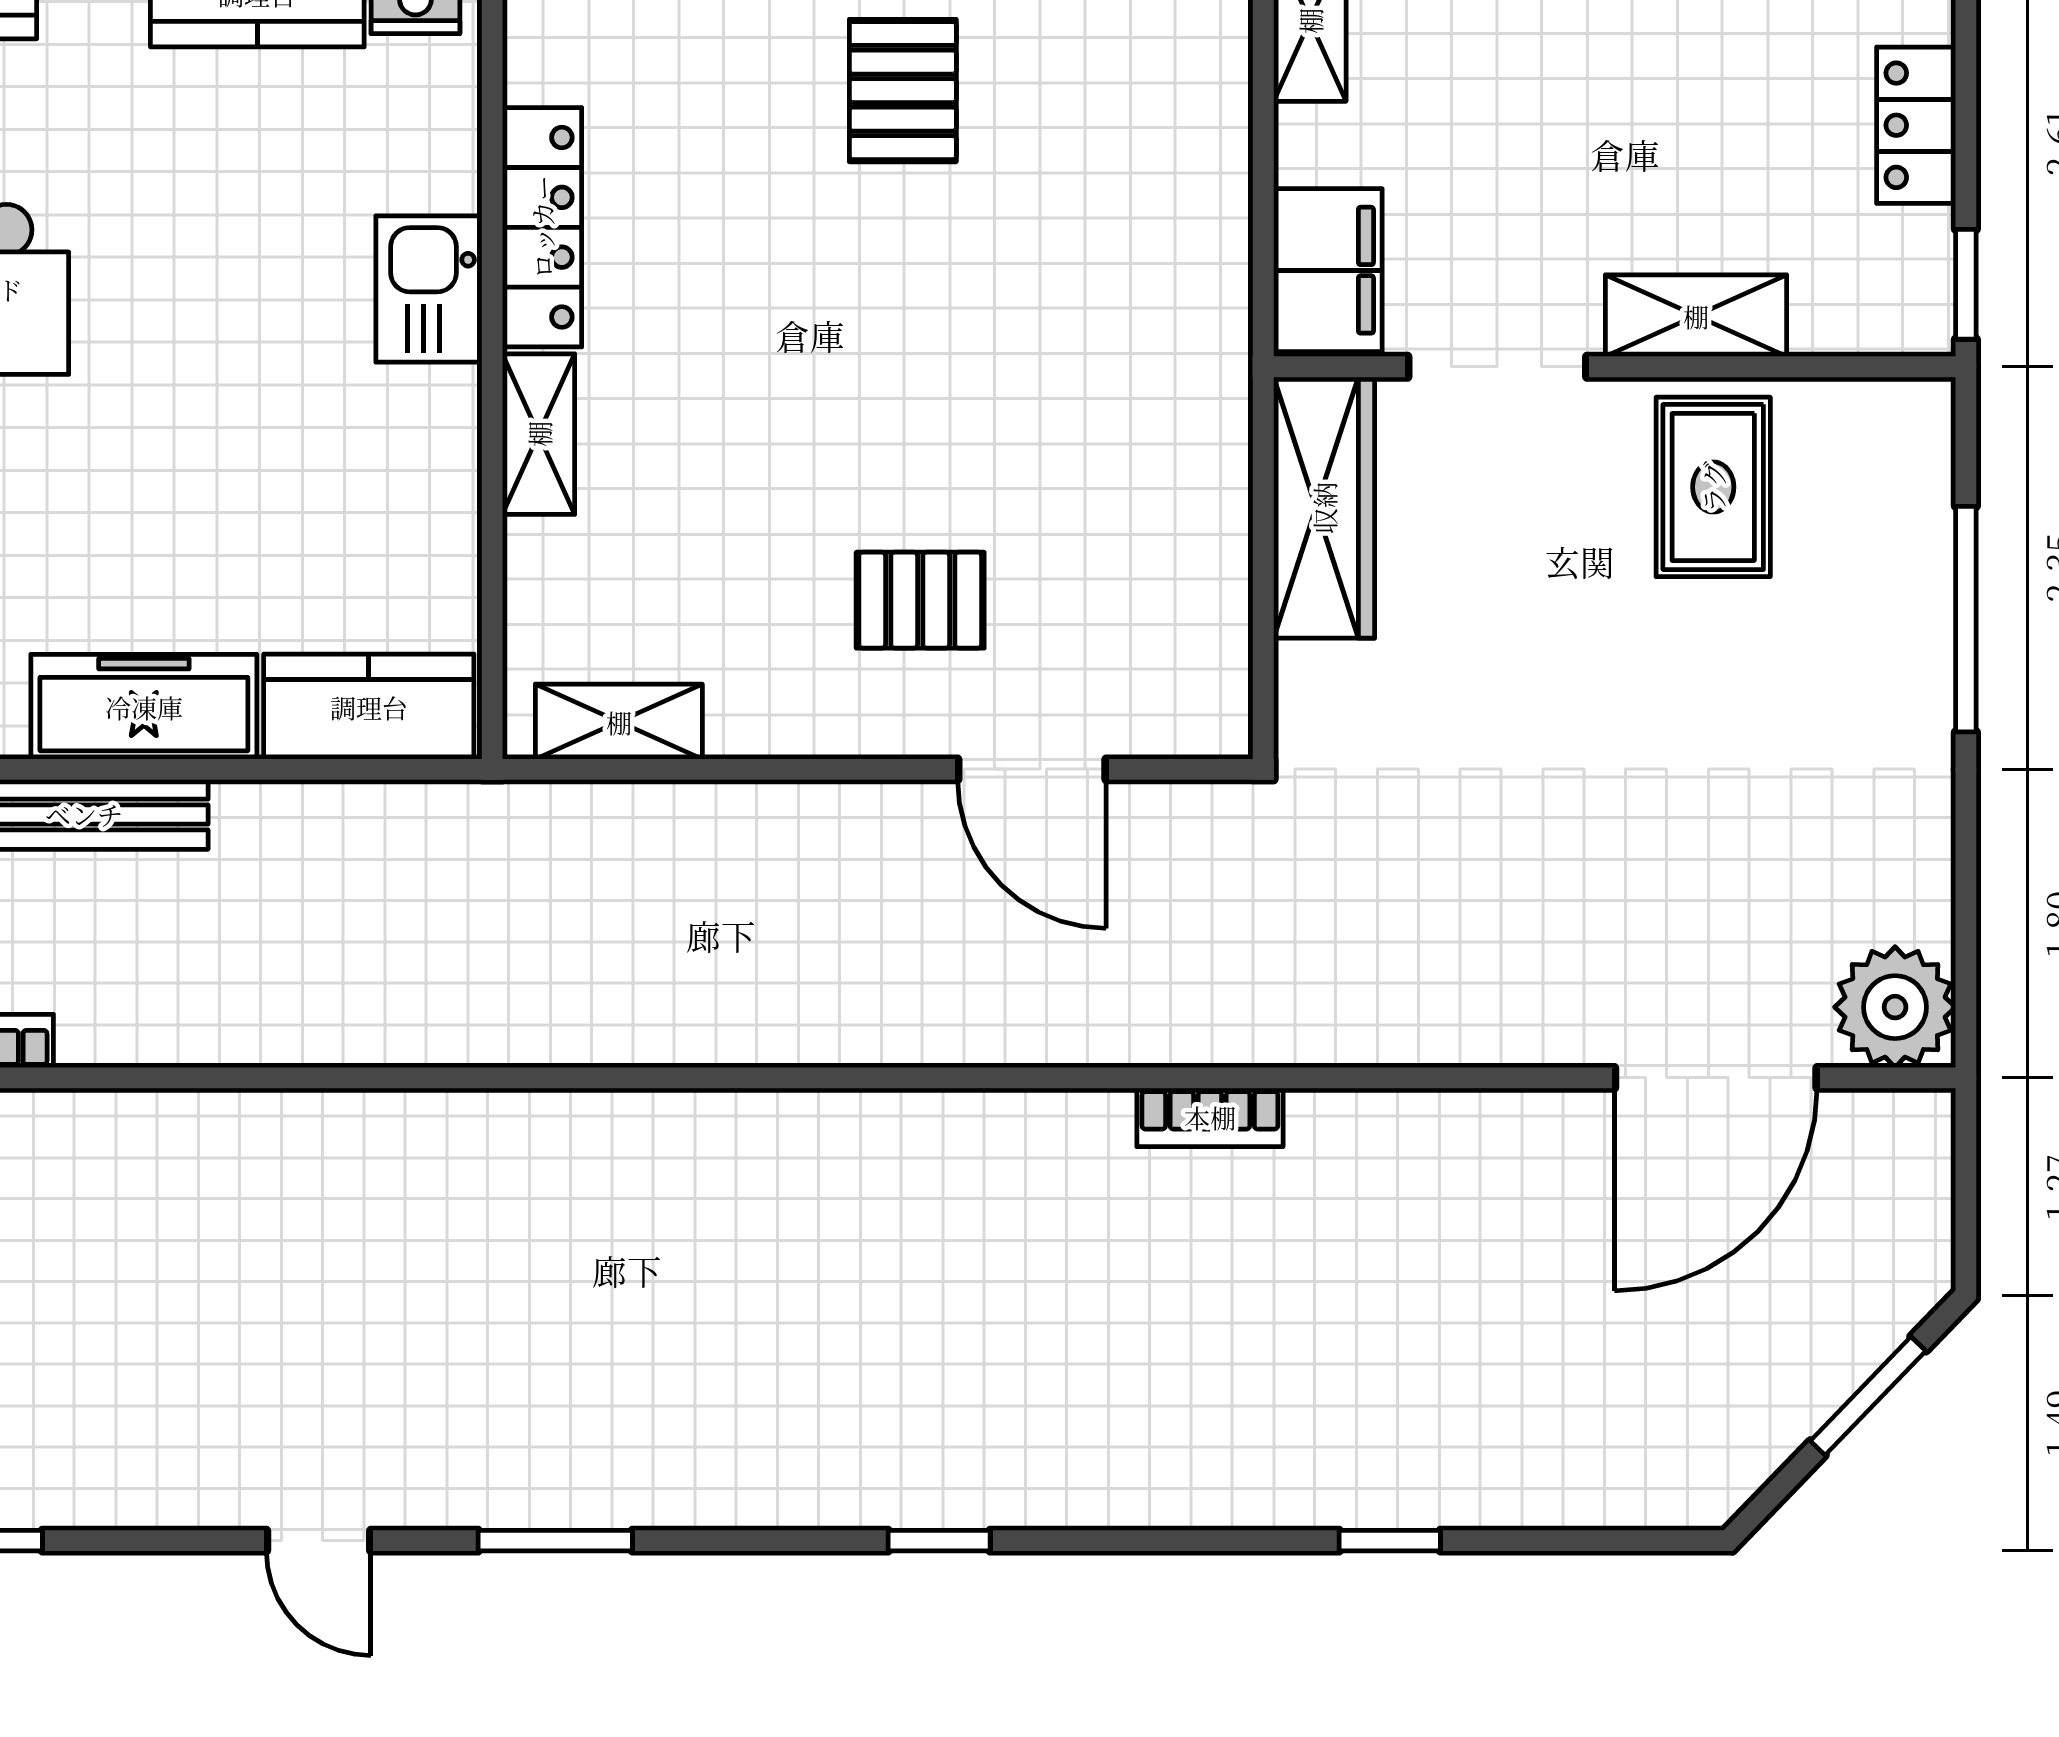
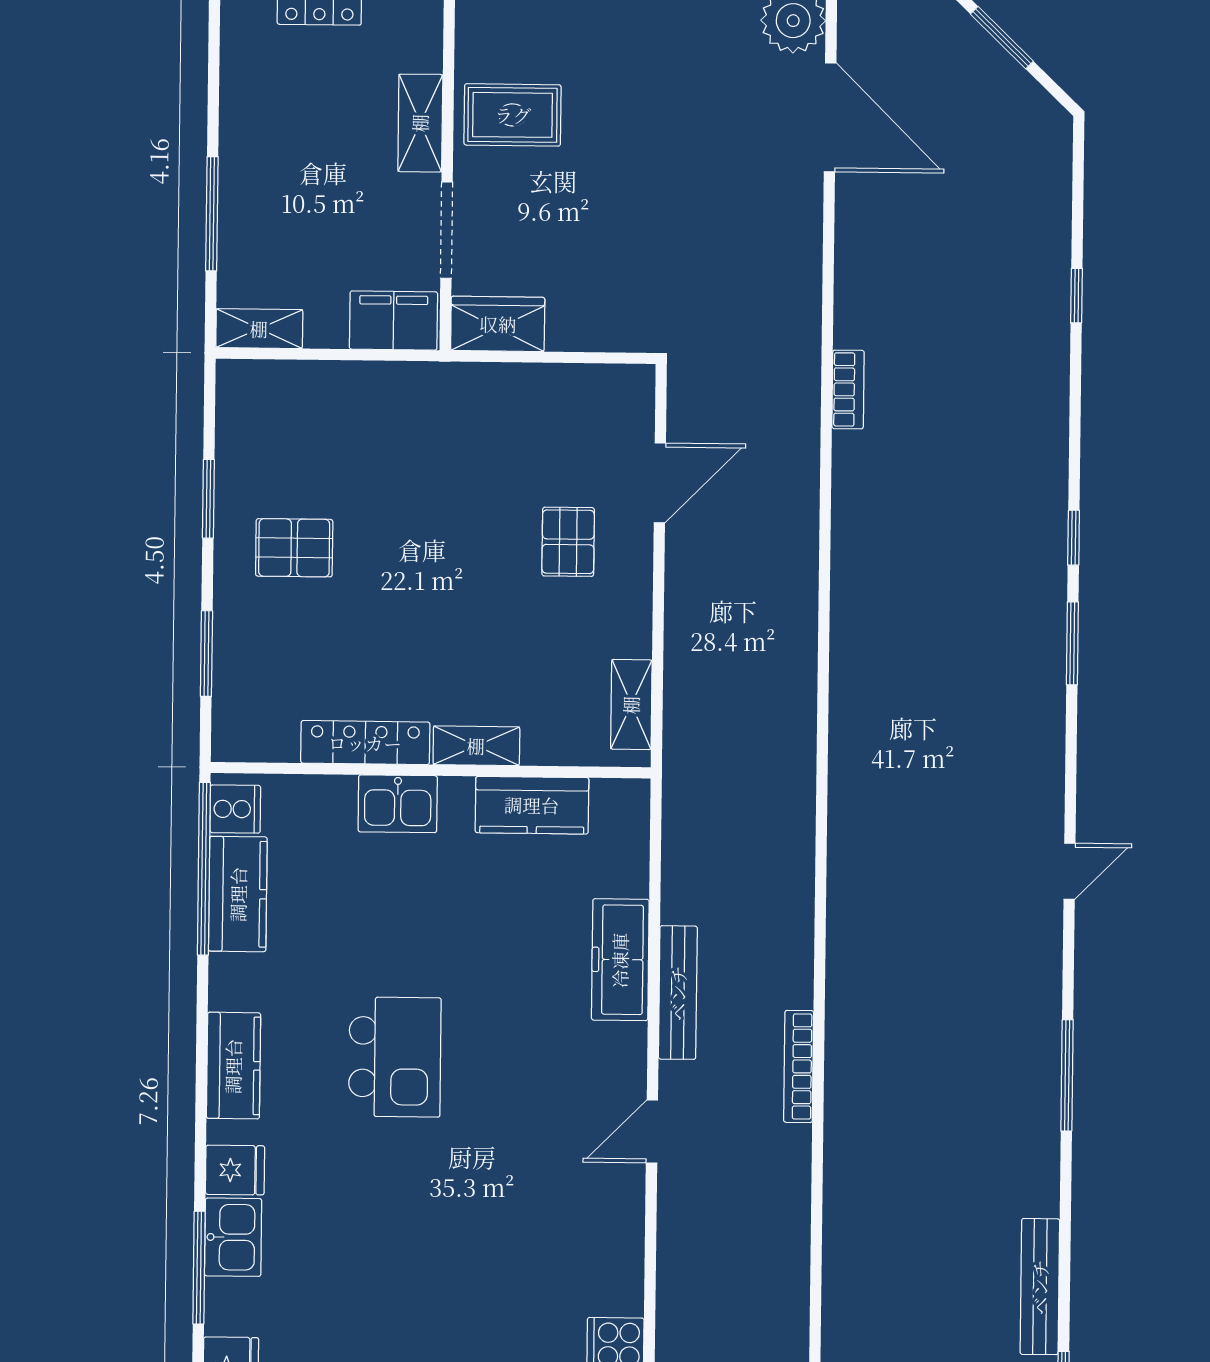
wardrobe: (1324, 508) -> (498, 324), width x0.67
kitchen counter: (369, 707) -> (532, 805), moved, turned -90
window: (555, 1541) -> (1072, 643), moved

